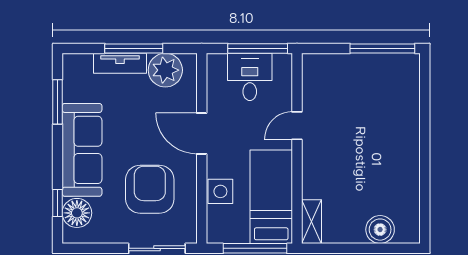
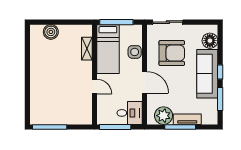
desk: (250, 77) -> (130, 113), moved, turned -90
door: (297, 126) -> (94, 86), hinge flipped
armchair: (150, 189) -> (172, 53), turned -90
window: (58, 203) -> (220, 72), moved
shelving: (311, 222) -> (87, 49), moved

